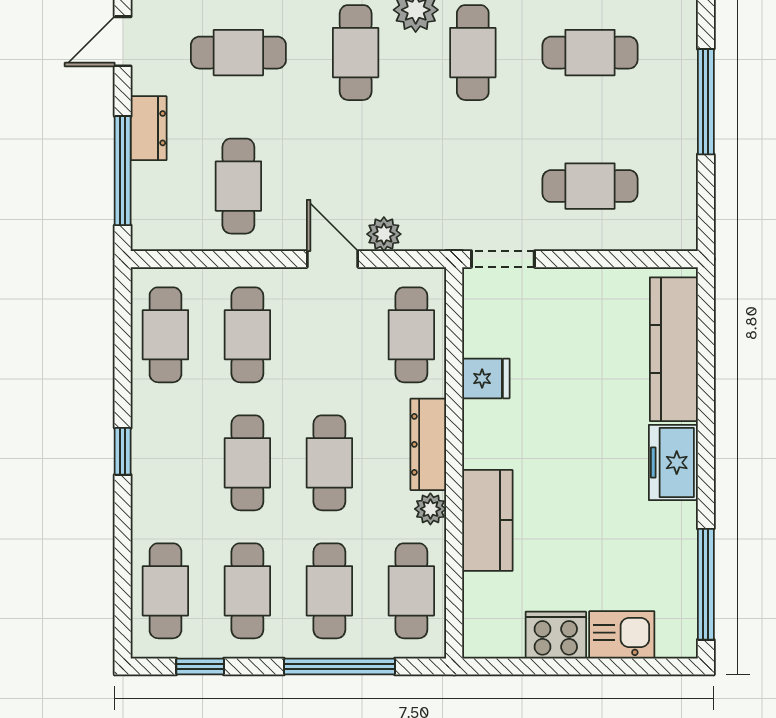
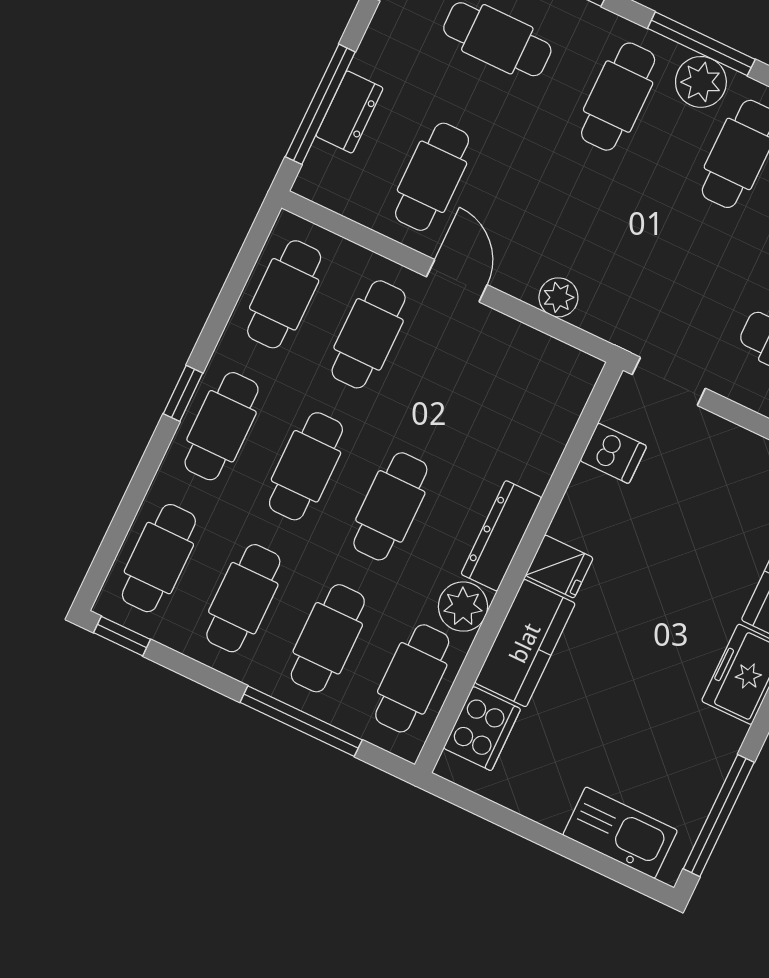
dresser: (149, 128) -> (349, 112), moved
door: (332, 259) -> (457, 281), moved
cafe table: (411, 335) -> (222, 426), moved
dishwasher: (486, 337) -> (613, 453), added
fridge: (486, 378) -> (559, 567), moved
plant: (430, 509) -> (463, 607), width x1.38, depth x1.38
cooker: (556, 635) -> (482, 729), moved, turned 90
kitchen sink: (622, 635) -> (620, 833), width x1.38
window: (200, 666) -> (122, 636), moved

